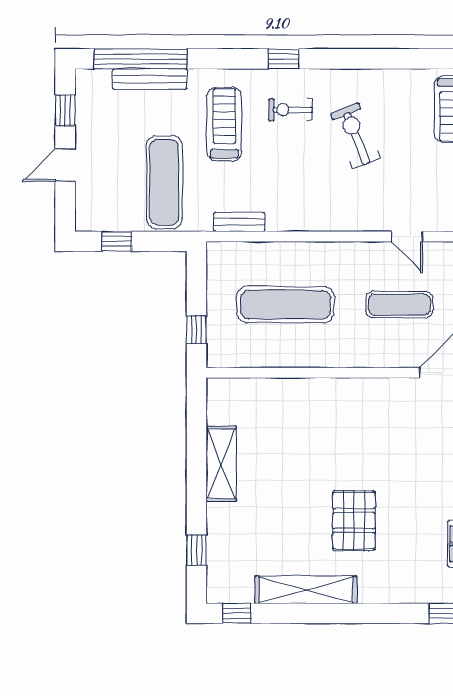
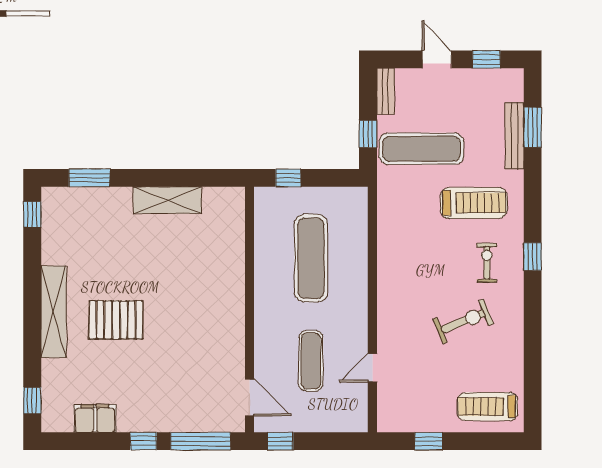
window: (141, 59) -> (533, 127), width x0.47
bench: (239, 222) -> (386, 91), moved
window: (117, 241) -> (368, 134), moved
window: (196, 550) -> (89, 178), width x1.50
shelving: (306, 590) -> (54, 312), moved

